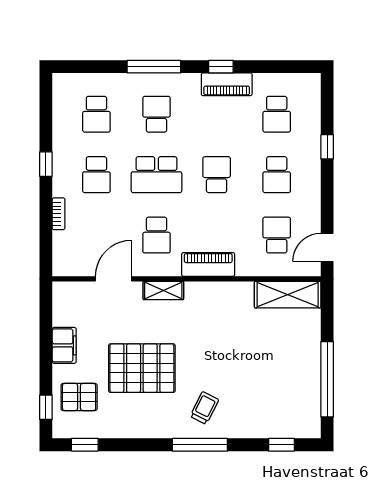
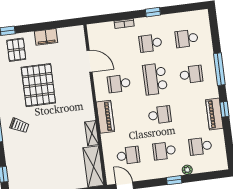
plant: (313, 141) -> (187, 170), added
window: (327, 147) -> (174, 180), moved
shelving: (163, 290) -> (92, 133), moved

